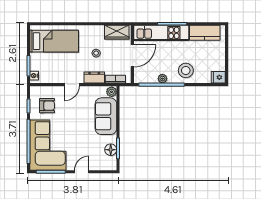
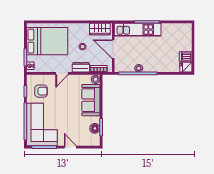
kitchen counter: (205, 33) -> (174, 29), removed
bed: (54, 41) -> (47, 41), width x1.50
door: (132, 56) -> (113, 49), swing flipped
dishwasher: (218, 65) -> (186, 57), added
stool: (186, 70) -> (158, 61), removed
door: (82, 172) -> (70, 147), hinge flipped

